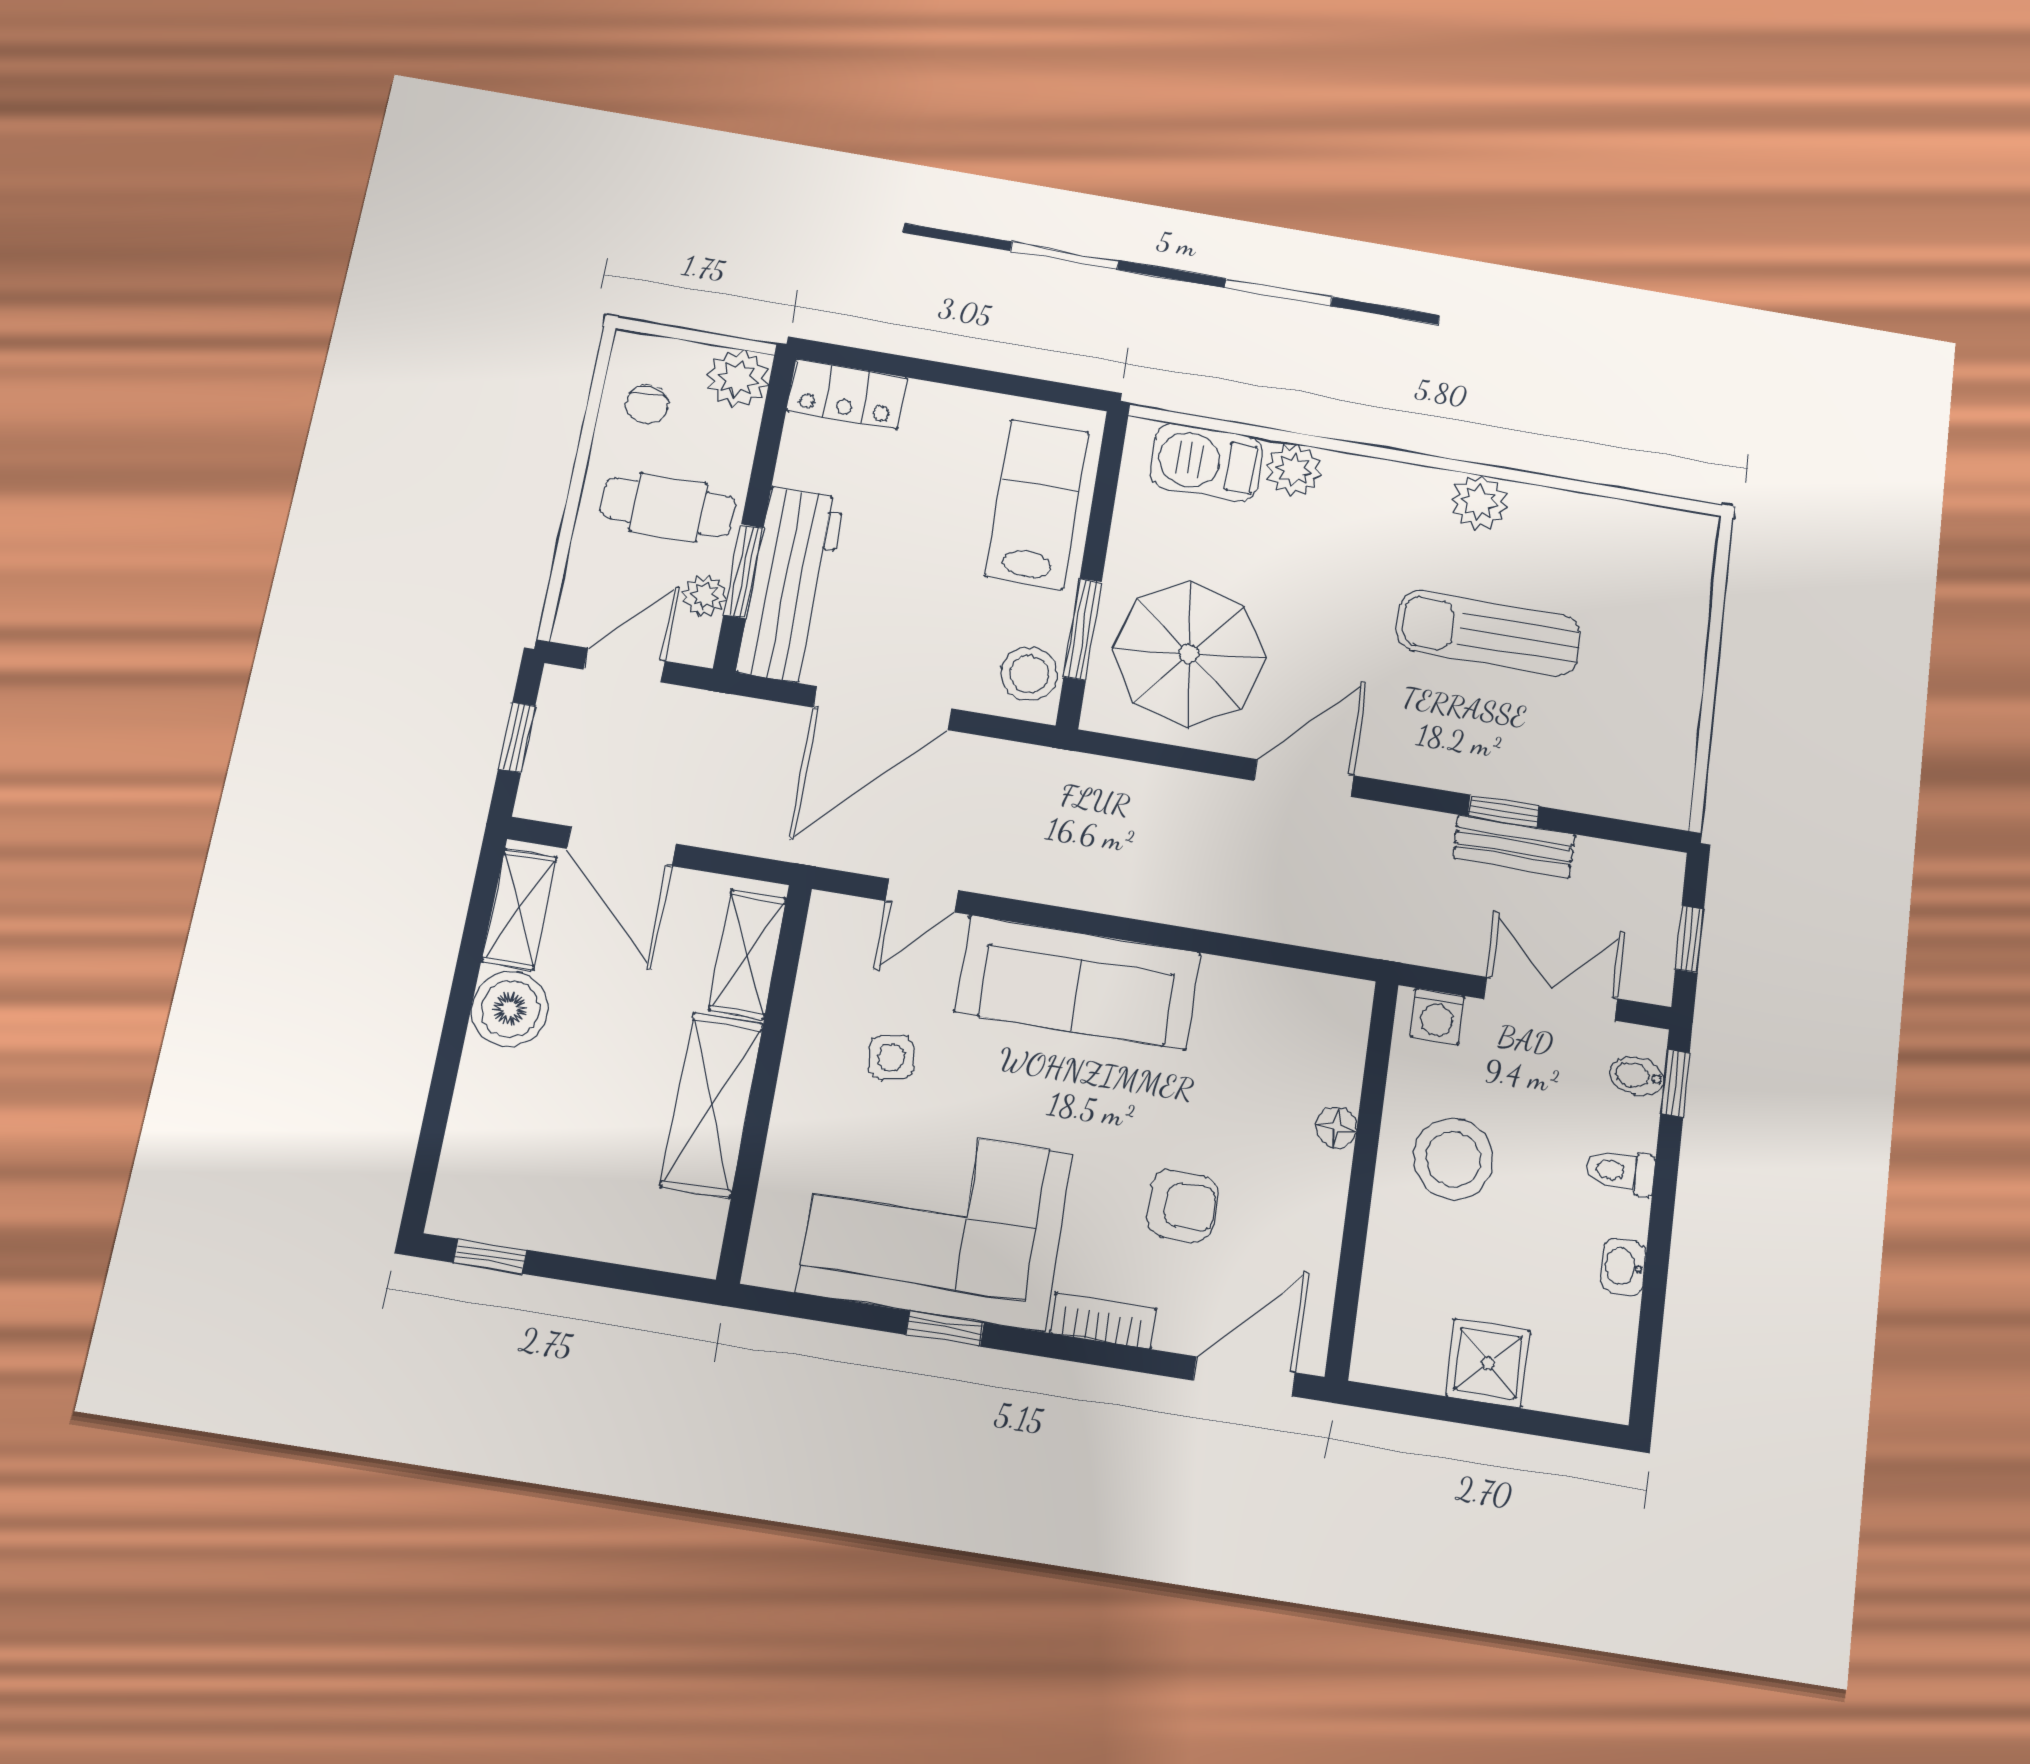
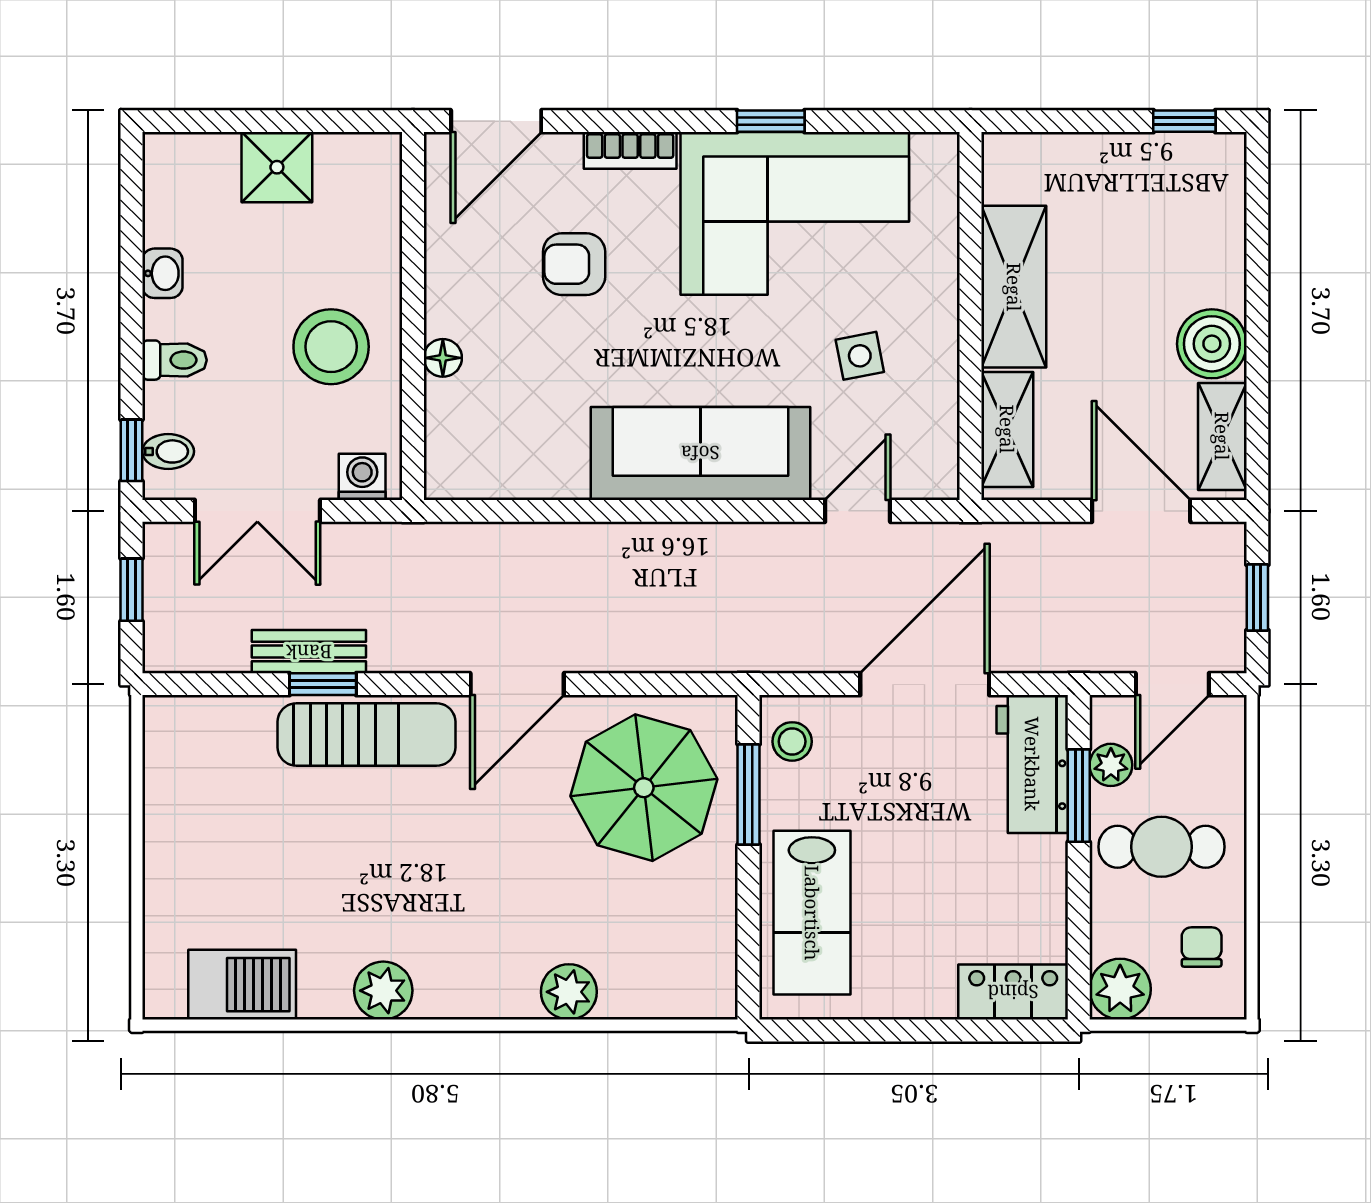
barbecue: (1206, 462) -> (242, 985), moved
workbench: (790, 585) -> (1032, 764), width x0.73
sun lounger: (1489, 633) -> (366, 734), moved
stool: (1029, 674) -> (792, 741), width x0.73, depth x0.73

